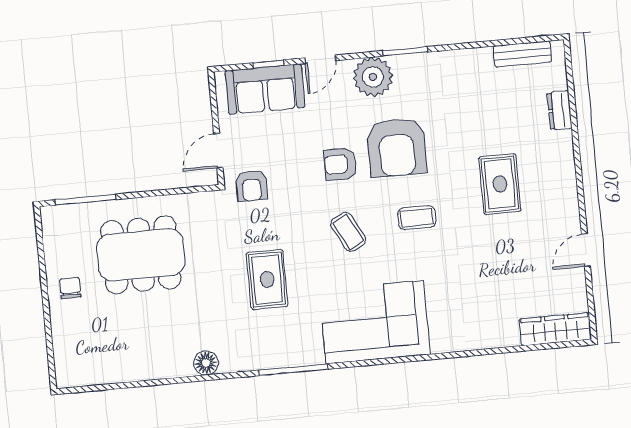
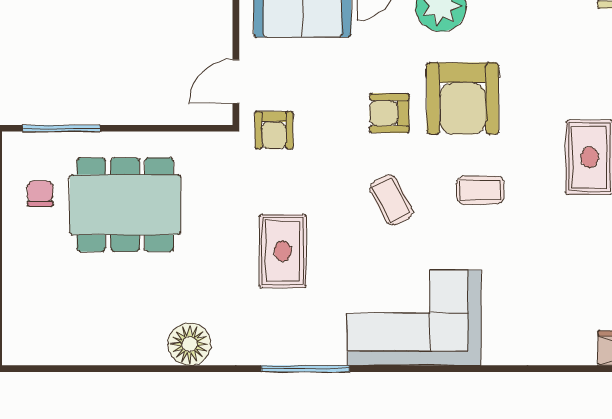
chair: (70, 288) -> (40, 194), moved
floor lamp: (206, 363) -> (189, 344), width x1.38, depth x1.38

